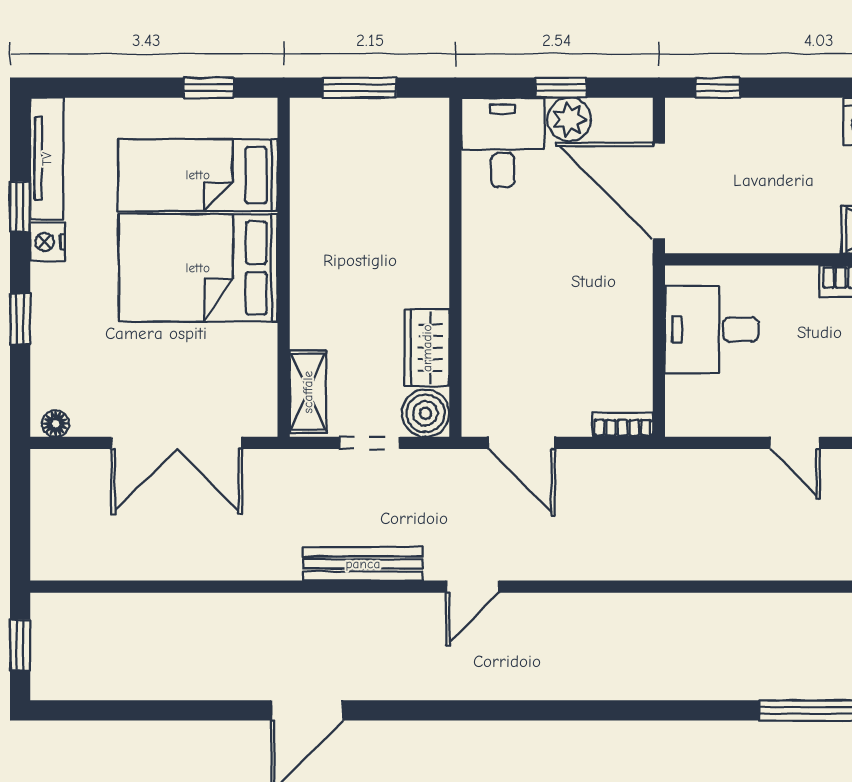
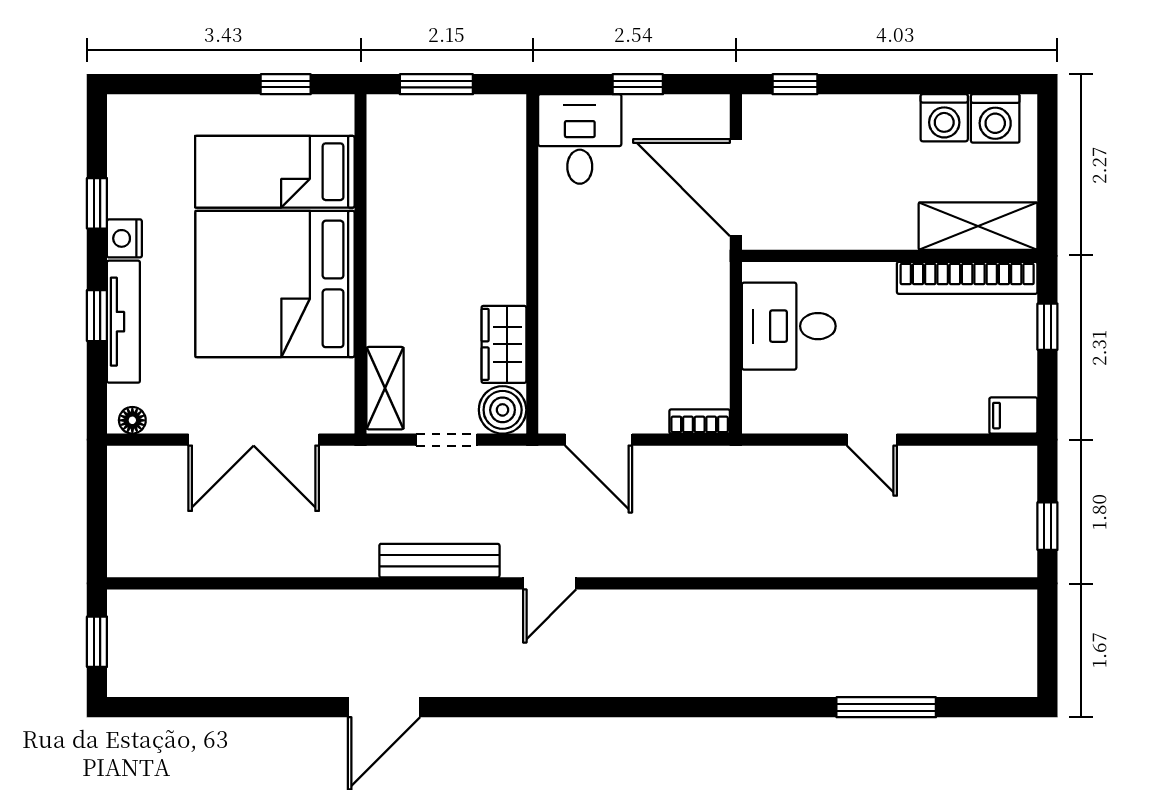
plant: (569, 119) -> (646, 116), removed
tv unit: (47, 159) -> (123, 322), moved
bed: (198, 268) -> (275, 284), width x1.36

